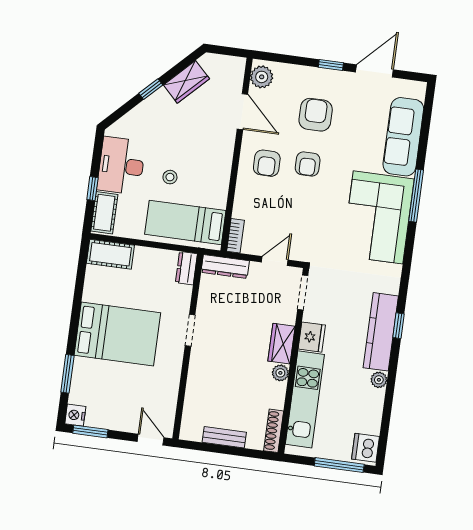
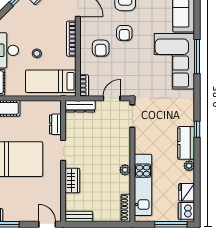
bookcase: (226, 162) -> (71, 39), added
armchair: (267, 163) -> (101, 48), moved
window: (416, 196) -> (197, 57), moved
dresser: (186, 268) -> (55, 124), moved
kitchen counter: (381, 332) -> (186, 143), width x0.67
fridge: (312, 337) -> (187, 192), moved, turned 180
wardrobe: (282, 344) -> (72, 180), moved, turned 180
bench: (224, 437) -> (79, 216), moved

